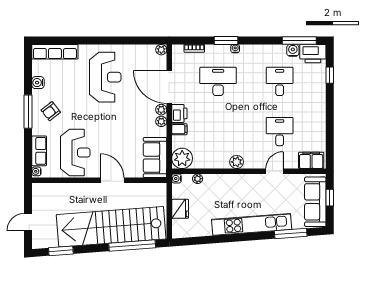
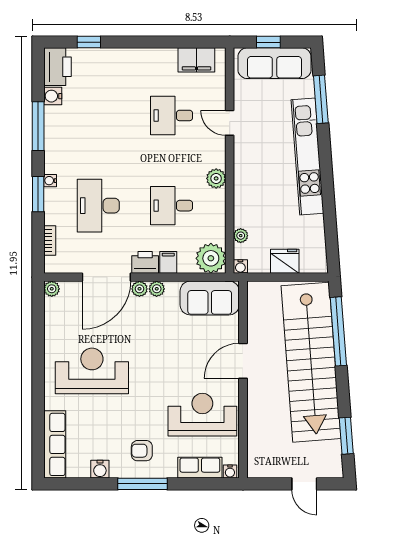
window: (299, 40) -> (38, 126), moved
desk: (280, 81) -> (172, 206), moved
armchair: (51, 111) -> (142, 451), turned 128
filing cabinet: (311, 160) -> (196, 60), moved, turned -90

